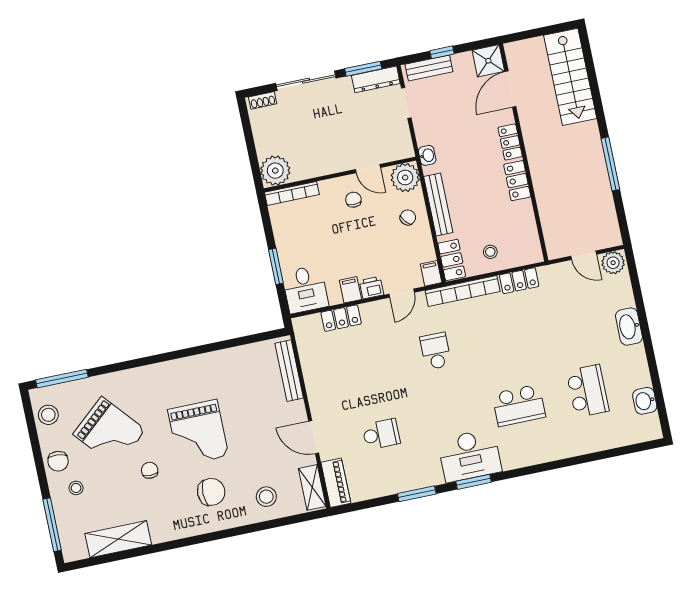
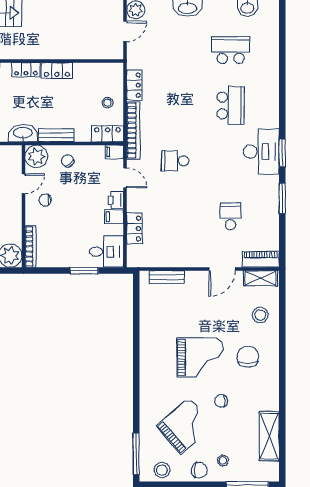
washbasin: (427, 155) -> (23, 133), width x1.91, depth x1.45
bench: (438, 205) -> (56, 135), width x0.73
bench: (289, 371) -> (167, 277), width x0.73

